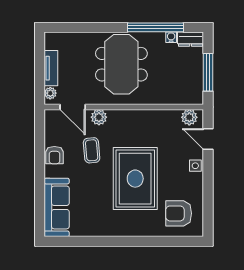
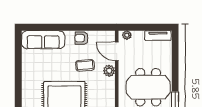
tv unit: (51, 68) -> (158, 36), moved
door: (73, 107) -> (117, 51), hinge flipped

